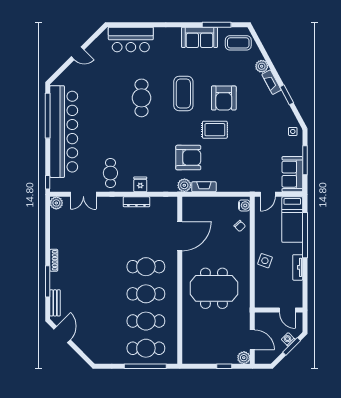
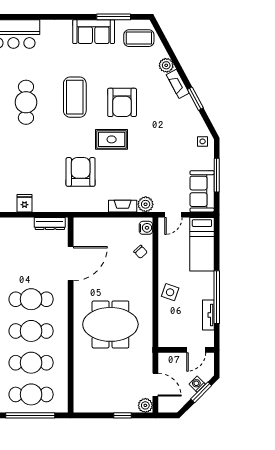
armchair: (188, 158) -> (81, 172), turned -90
plant: (184, 185) -> (146, 204), moved
fireplace: (204, 187) -> (123, 206), moved
dresser: (136, 202) -> (50, 224), moved
window: (305, 235) -> (217, 297), moved
tv unit: (298, 267) -> (208, 315), moved
door: (287, 310) -> (196, 350), hinge flipped

